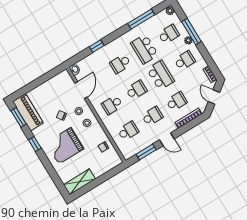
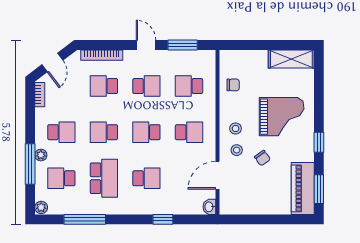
school desk: (185, 60) -> (61, 132), turned 180
school desk: (160, 75) -> (104, 132), width x0.54
school desk: (152, 116) -> (146, 86), turned 180

